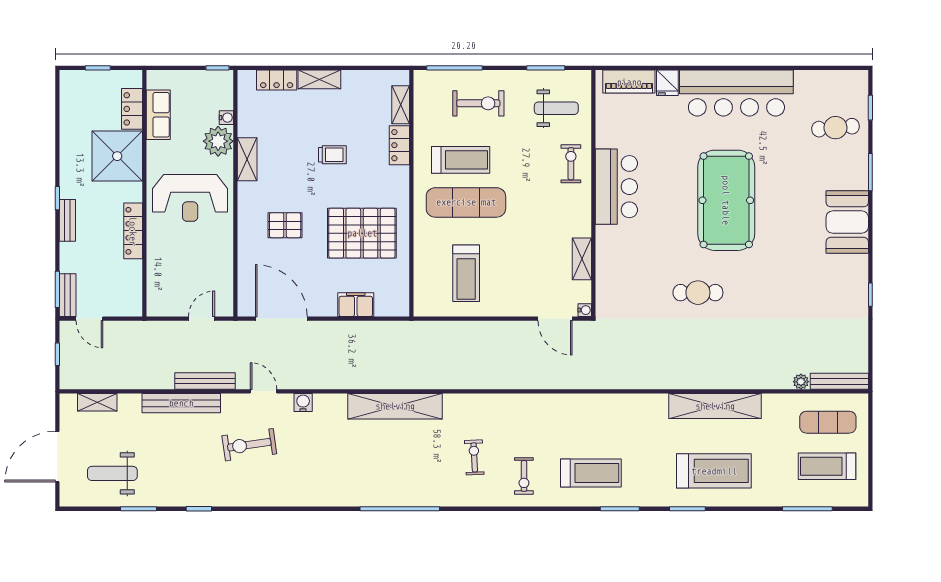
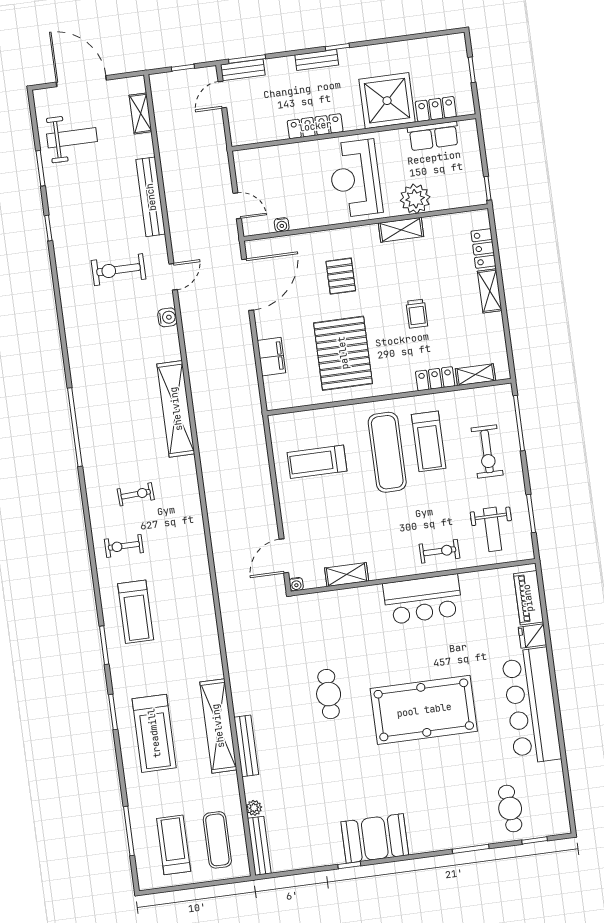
water cooler: (226, 118) -> (282, 225), moved
booth: (847, 222) -> (375, 838), moved
bench: (205, 381) -> (246, 746), moved
exercise bike: (249, 445) -> (118, 270), turned -82
weight bench: (112, 473) -> (72, 138), turned 90

